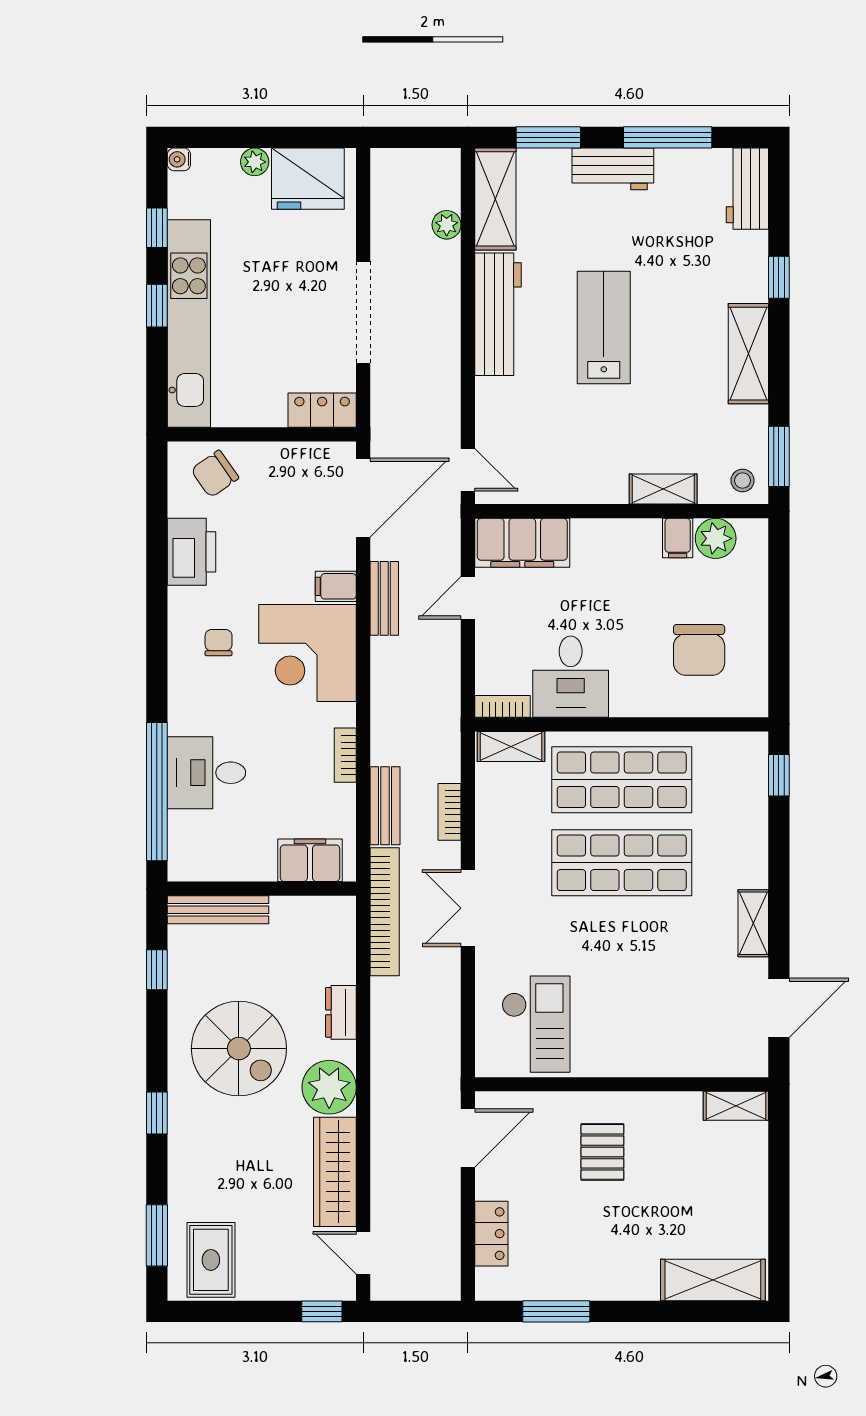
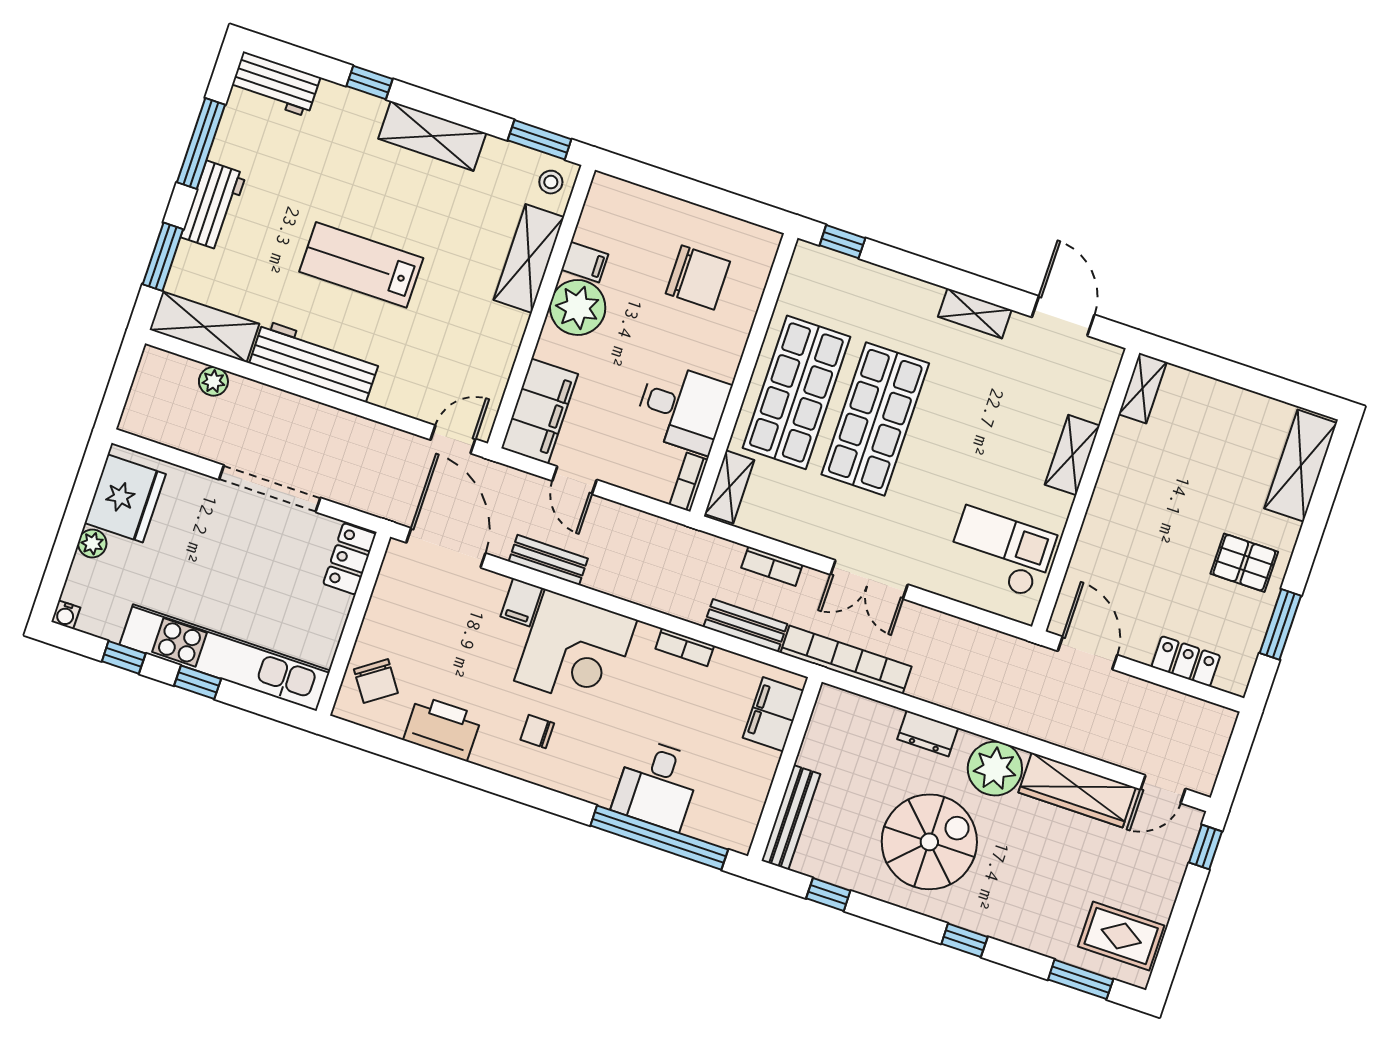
shelving: (663, 489) -> (529, 258), width x1.50, depth x1.33
plant: (716, 538) -> (578, 307), moved, width x1.36, depth x1.36
shelving: (650, 1061) -> (1072, 455), added
pallet: (602, 1152) -> (1244, 563), moved

